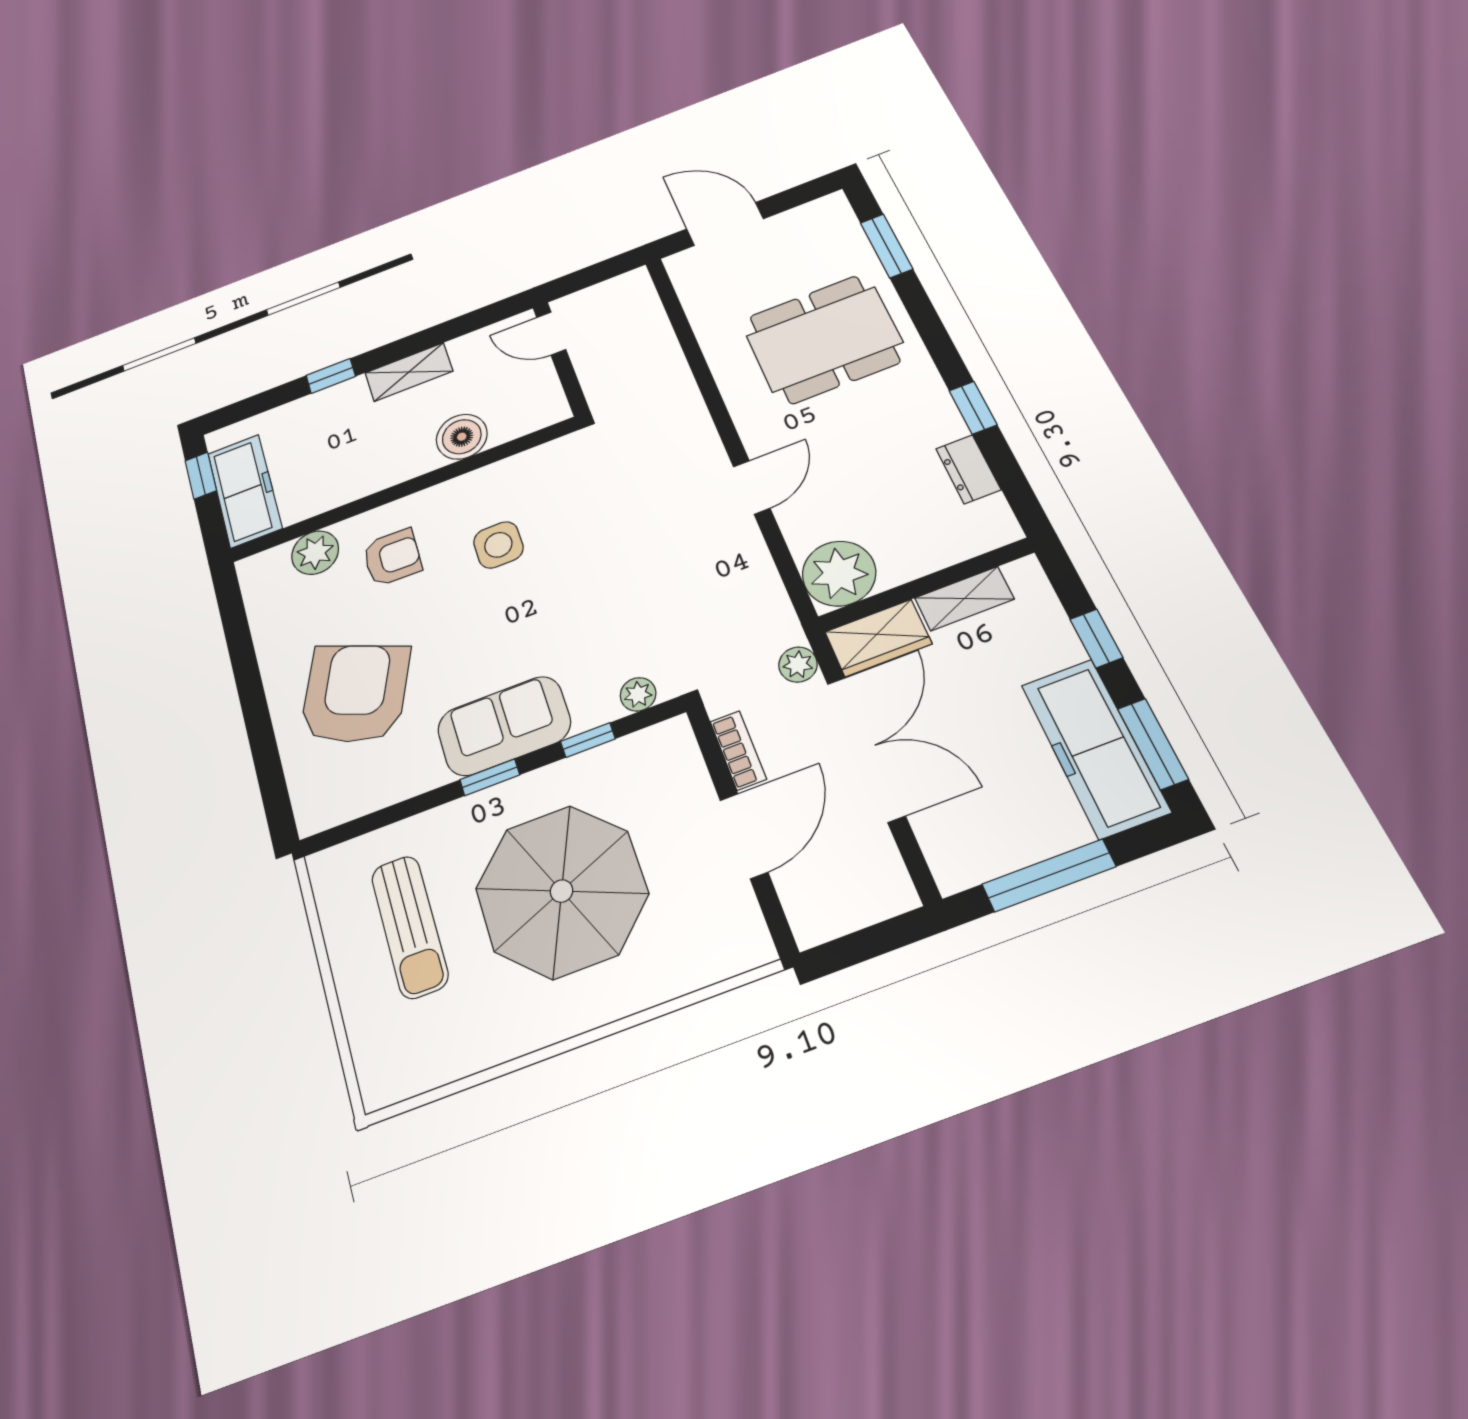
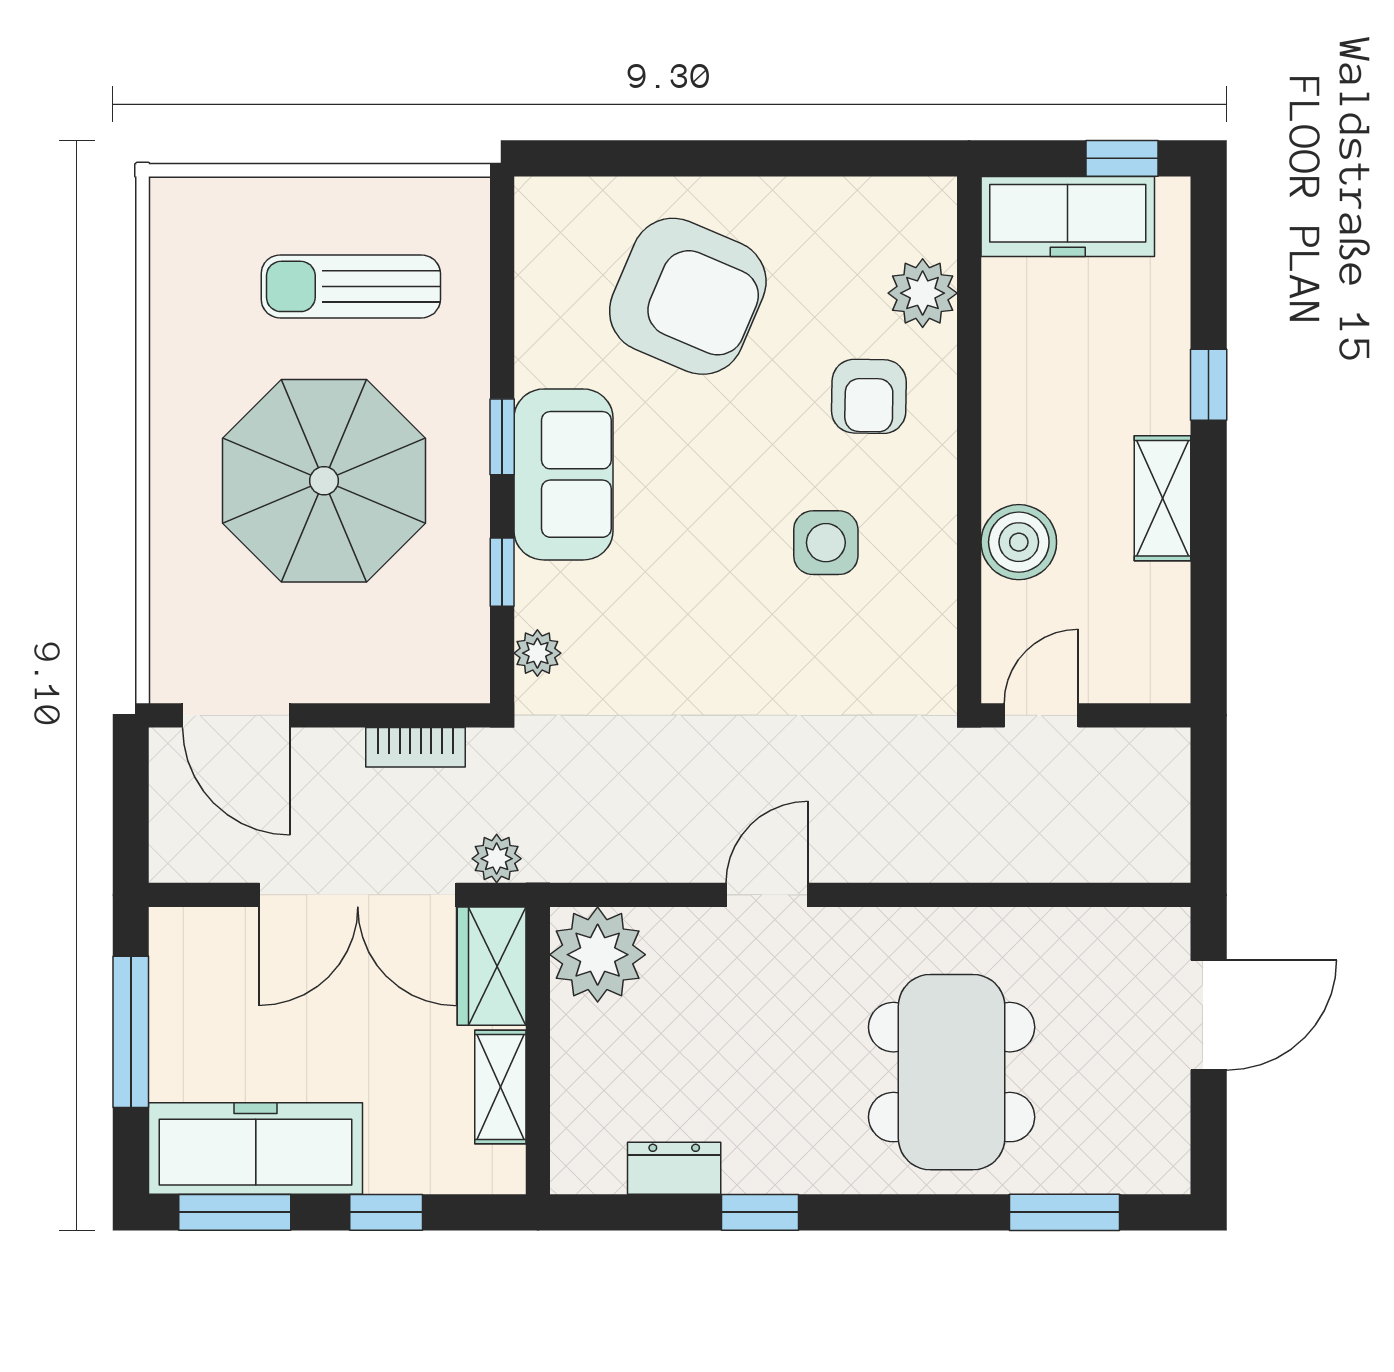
door: (551, 333) -> (1041, 715), moved
door: (752, 487) -> (767, 895), swing flipped
door: (744, 836) -> (236, 715), moved

